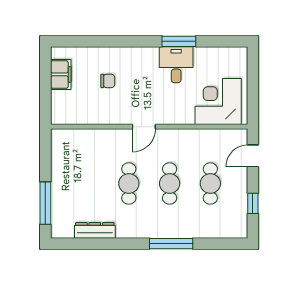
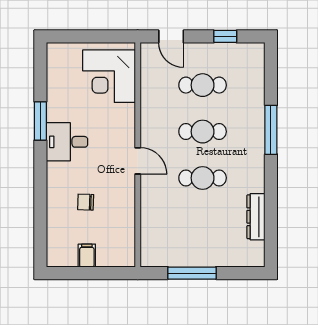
desk: (176, 65) -> (67, 142), moved
filing cabinet: (61, 74) -> (87, 256), width x0.50
chair: (108, 81) -> (86, 202), turned -88
window: (45, 203) -> (192, 273), moved

